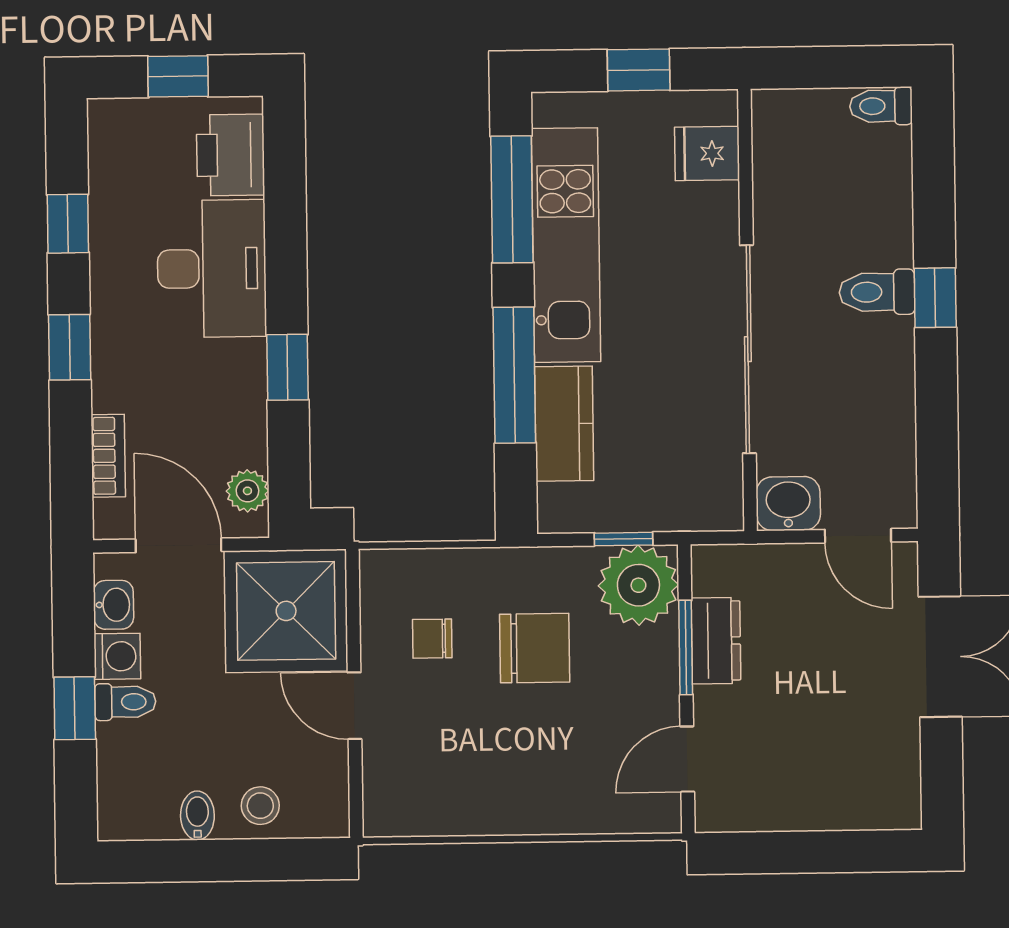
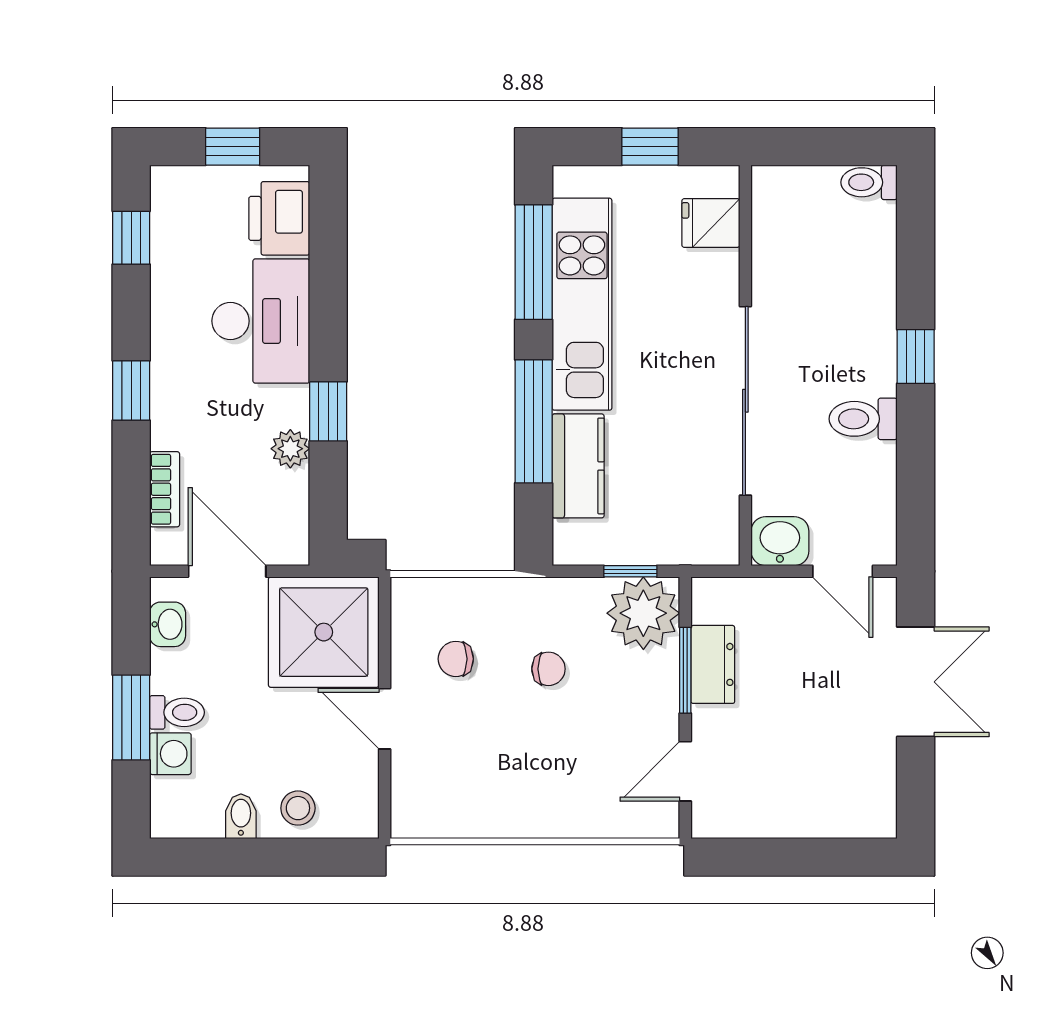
window: (68, 224) -> (131, 238), moved
toilet: (877, 292) -> (863, 419), moved
plant: (247, 491) -> (290, 449), moved
chair: (535, 648) -> (548, 669), width x0.54, depth x0.54
washing machine: (117, 656) -> (170, 754), moved
window: (75, 708) -> (131, 717), width x1.50

